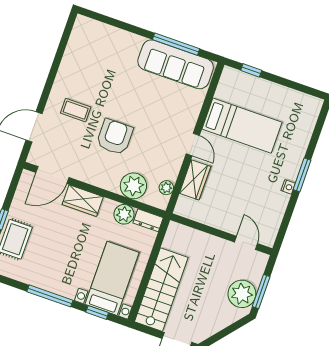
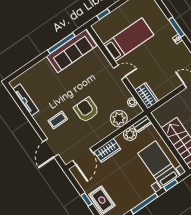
tv unit: (72, 51) -> (26, 100), added
wardrobe: (195, 180) -> (147, 96), moved

